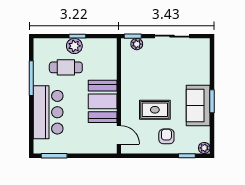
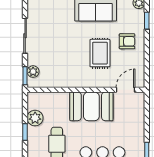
plant: (74, 46) -> (35, 118), moved
armchair: (166, 136) -> (127, 41), turned 180

